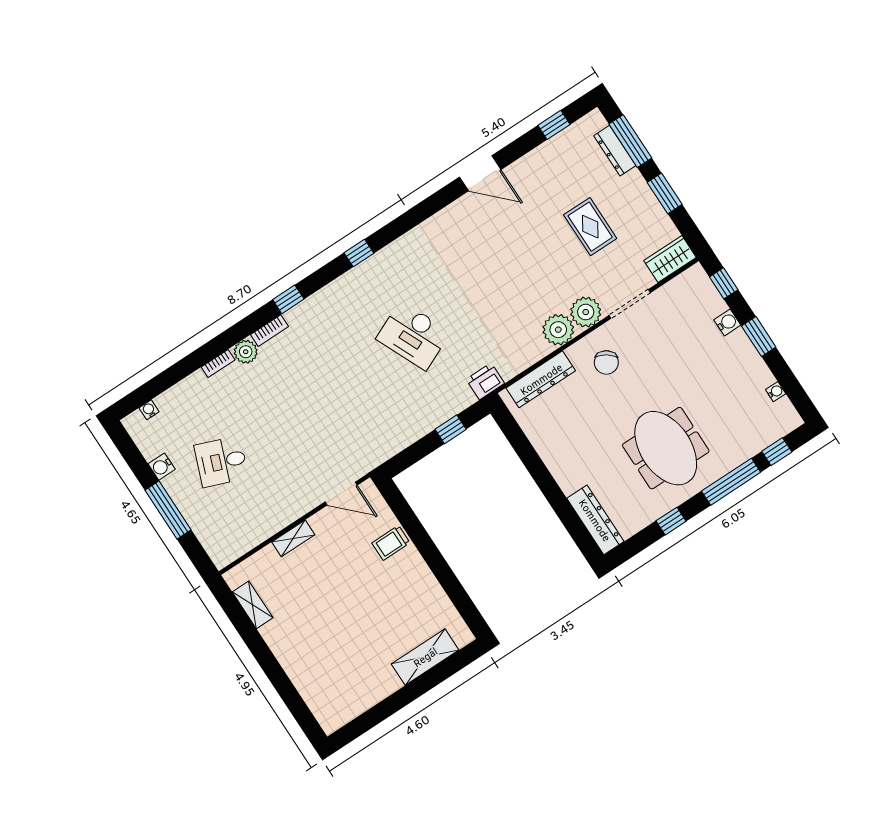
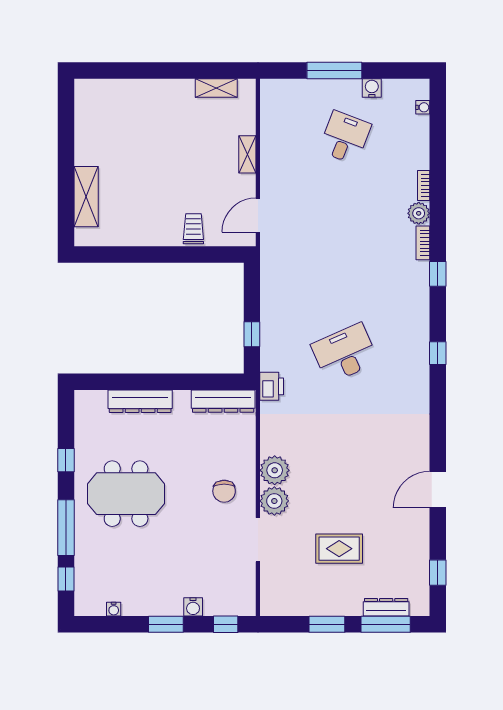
wardrobe: (670, 259) -> (272, 595), removed
chair: (606, 362) -> (224, 491), turned -124
dresser: (541, 379) -> (223, 401), moved, turned -90
dresser: (595, 520) -> (140, 401), moved

